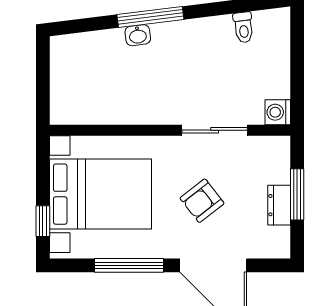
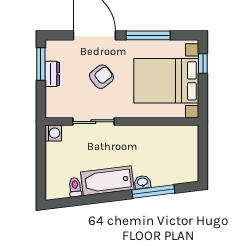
window: (150, 17) -> (153, 191), moved
bathtub: (193, 37) -> (107, 181), added
window: (297, 194) -> (41, 64), moved

